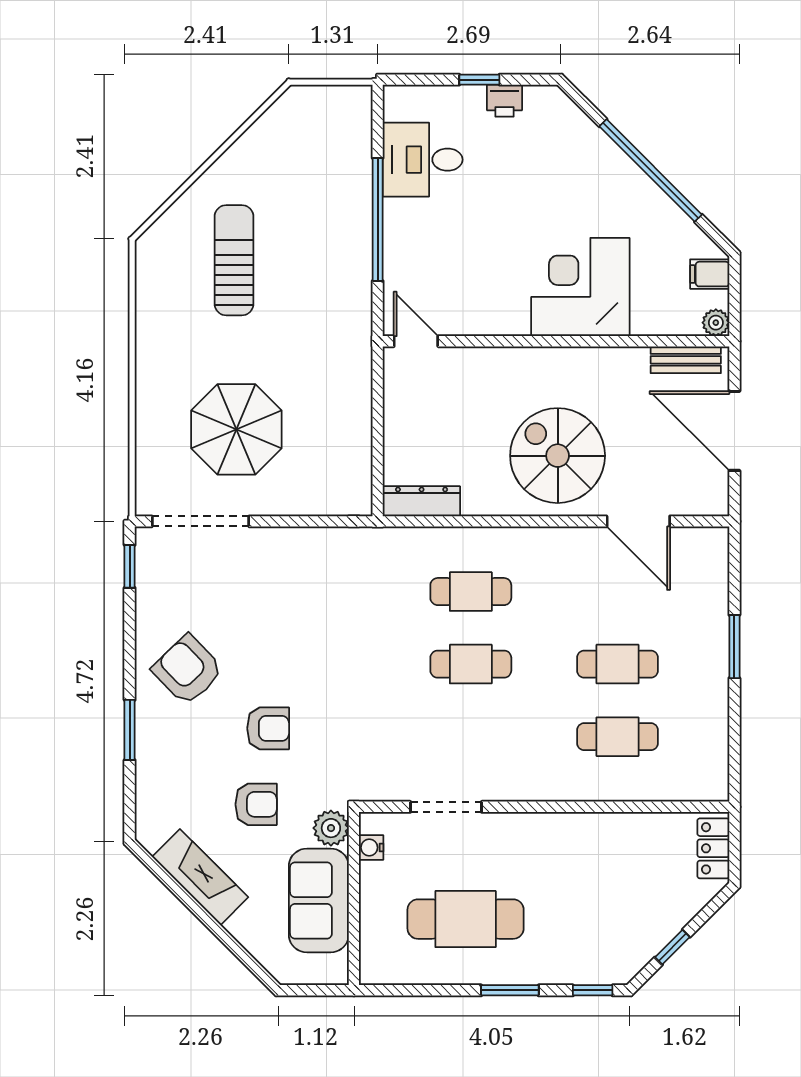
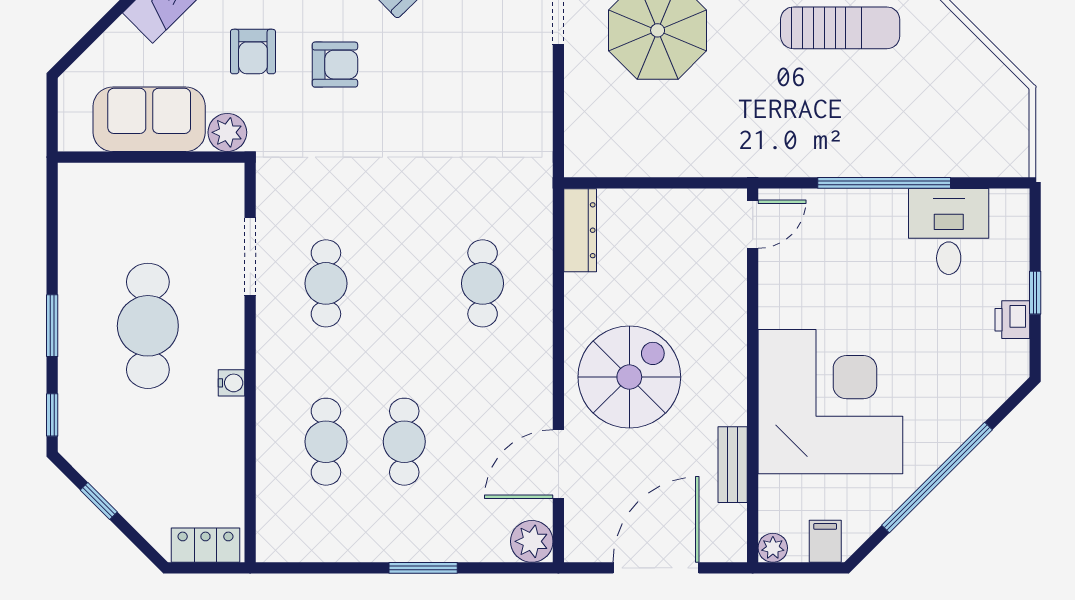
corner desk: (580, 287) -> (830, 402), width x1.36, depth x1.36
bench: (686, 360) -> (733, 465), moved
plant: (710, 546) -> (532, 541), added
cafe table: (471, 664) -> (326, 283), moved
armchair: (268, 728) -> (335, 65), turned -90
water cooler: (371, 847) -> (231, 383), moved, turned 90
cafe table: (466, 919) -> (148, 326), moved

